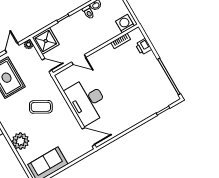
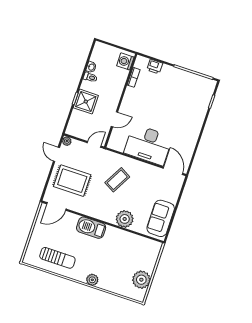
shower: (46, 41) -> (86, 102), moved
door: (88, 137) -> (173, 171), hinge flipped

